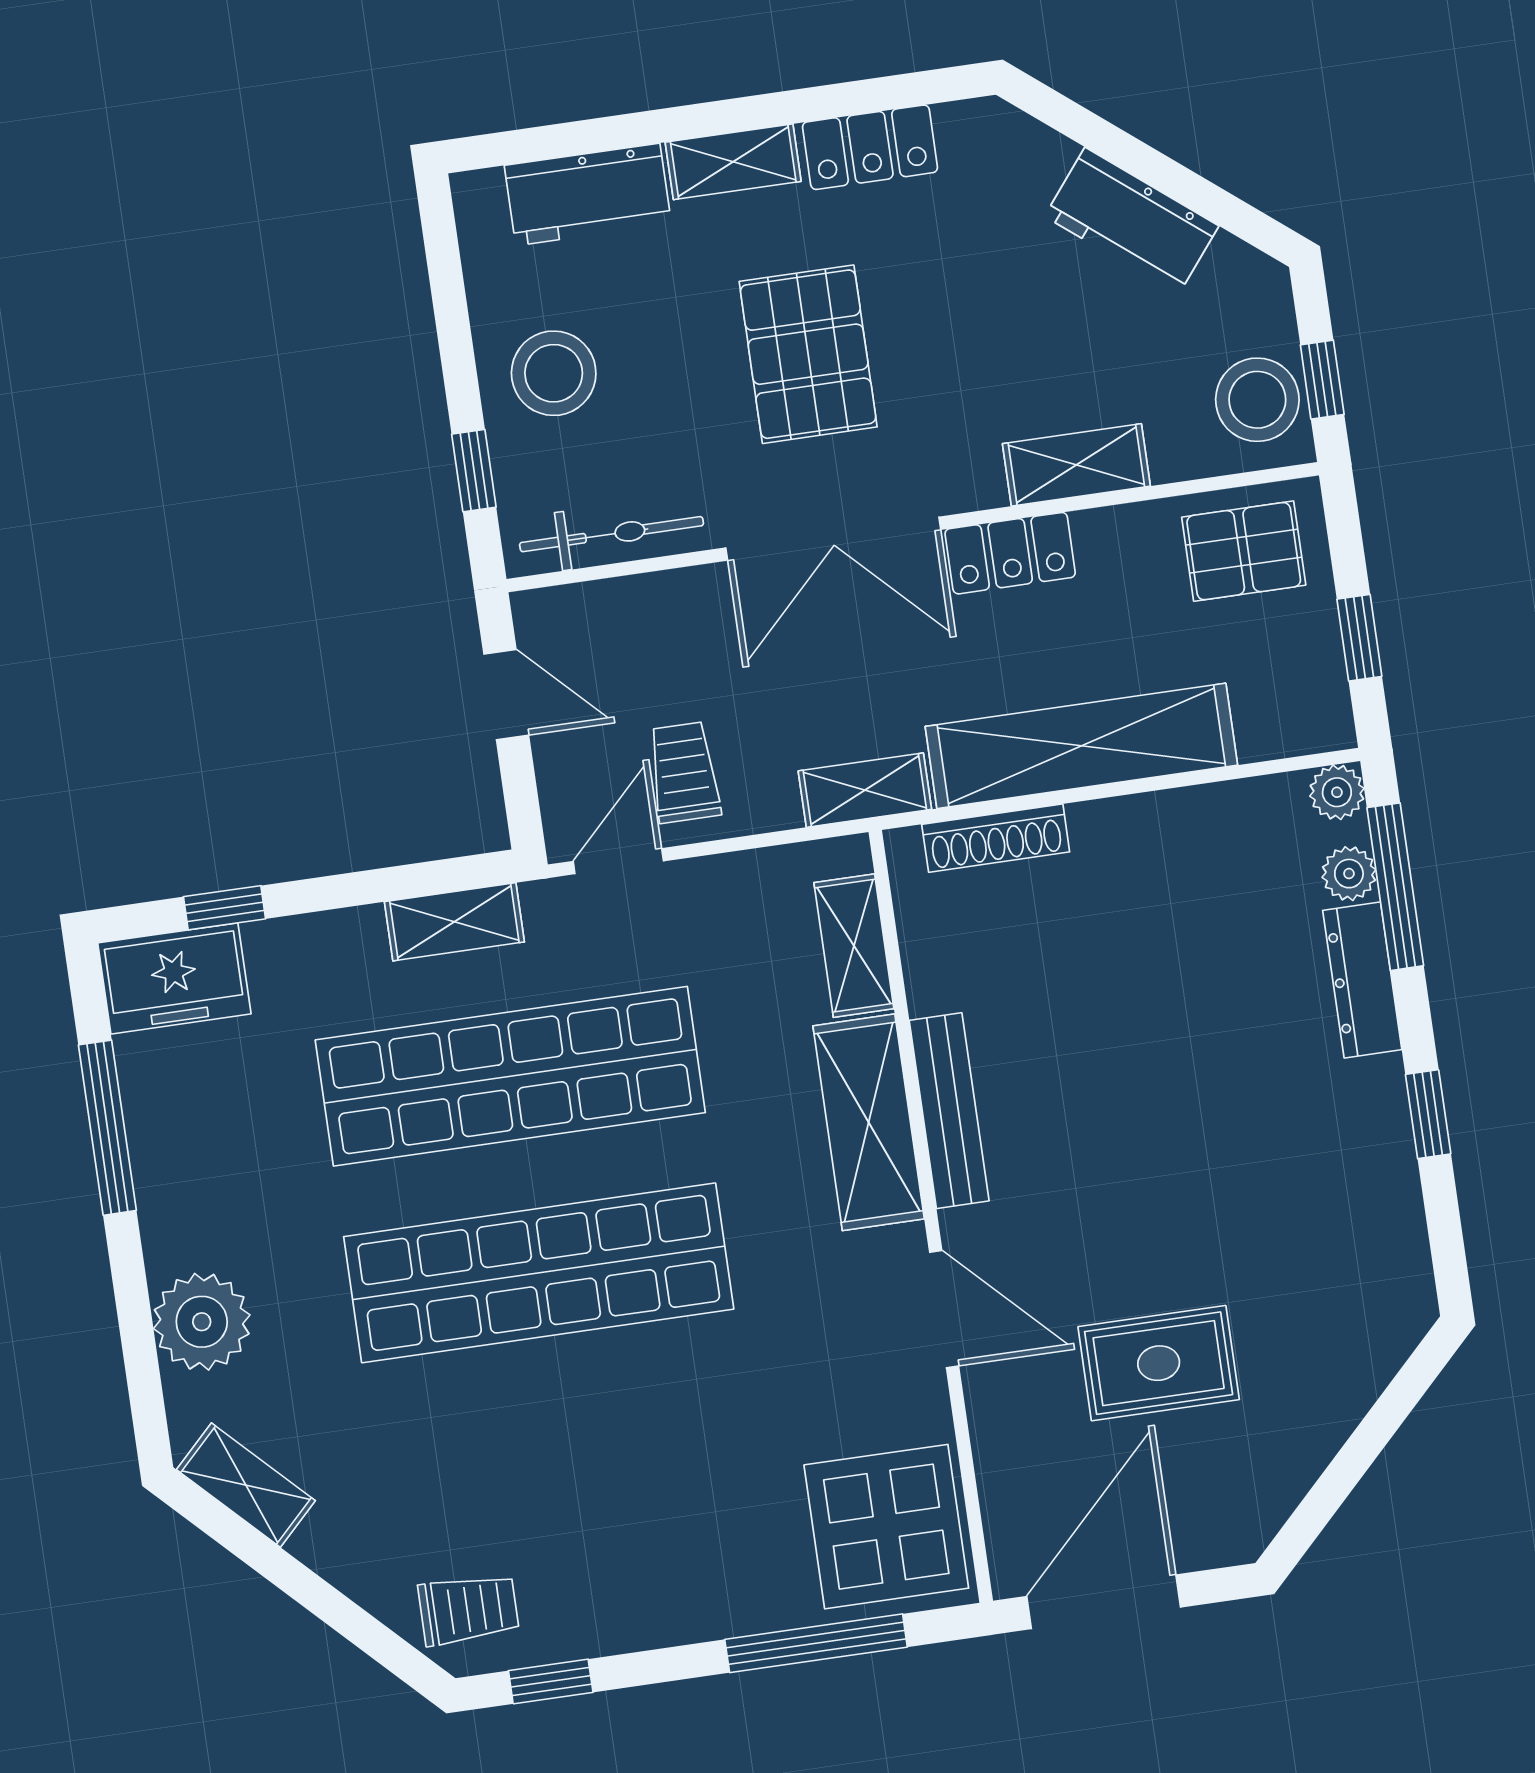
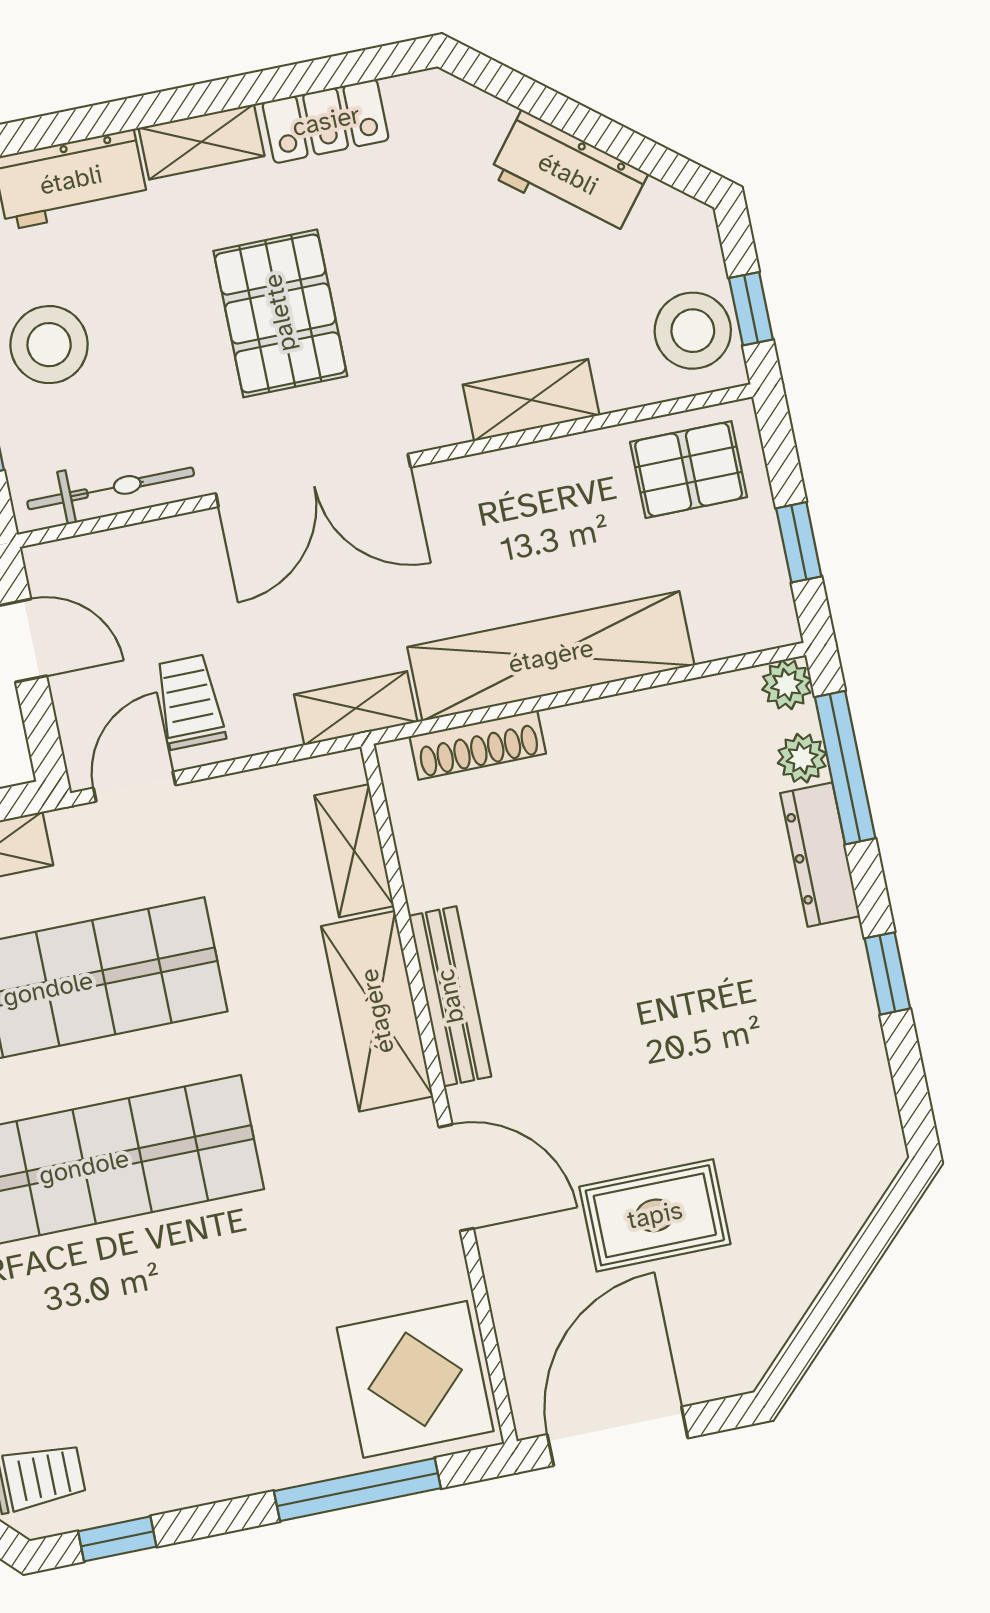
locker: (1010, 553) -> (475, 484), removed

